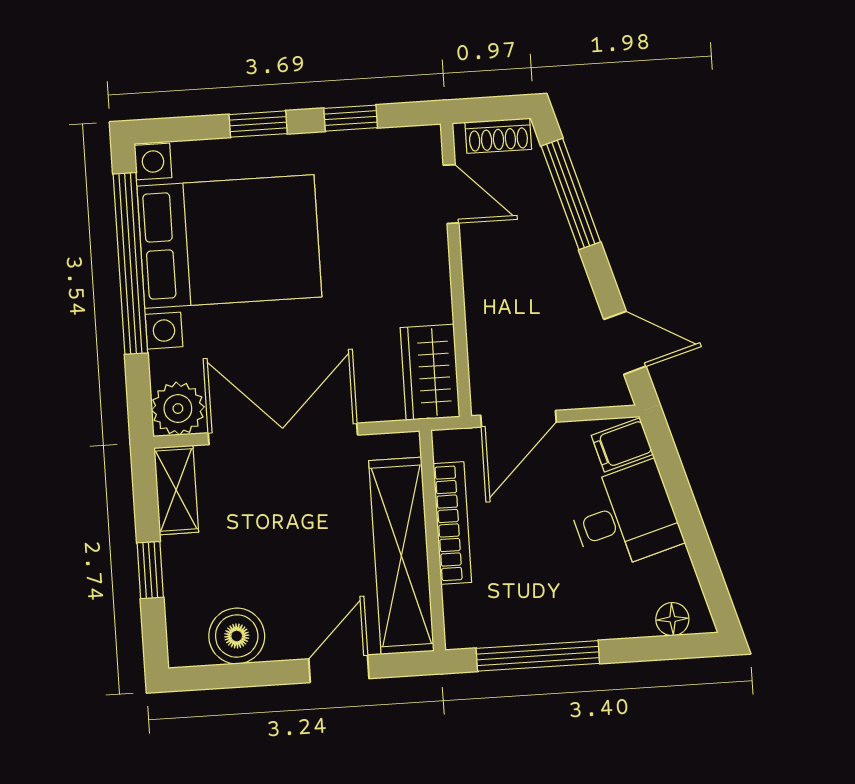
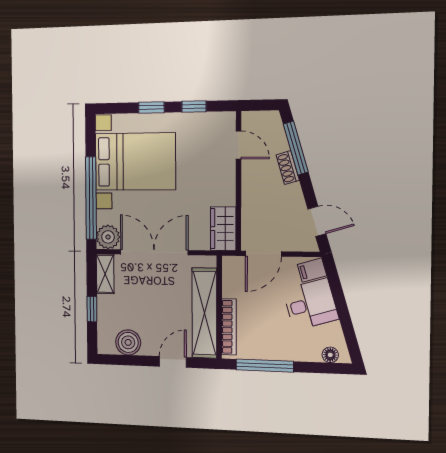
shoe rack: (498, 136) -> (288, 168), moved, turned 74
window: (130, 263) -> (91, 198), moved
bookcase: (452, 523) -> (229, 327), moved

